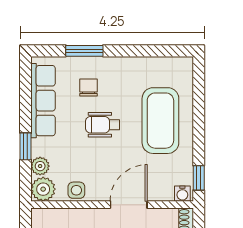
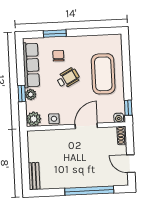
wheelchair: (103, 125) -> (68, 78), turned 152
plant: (40, 166) -> (31, 94), moved

